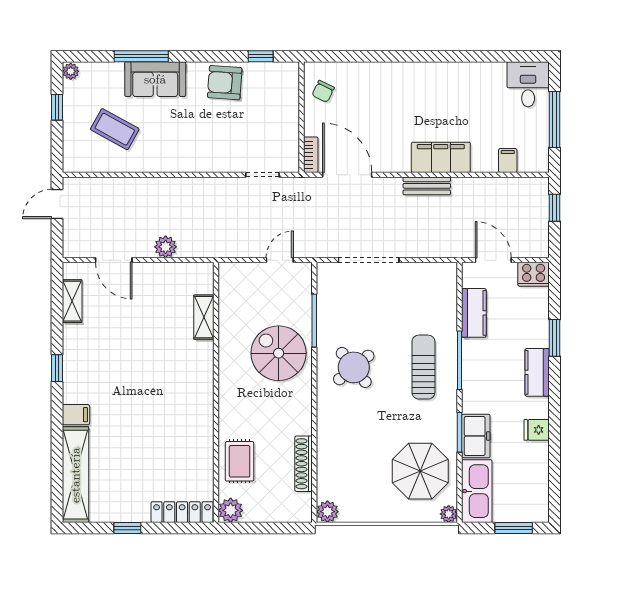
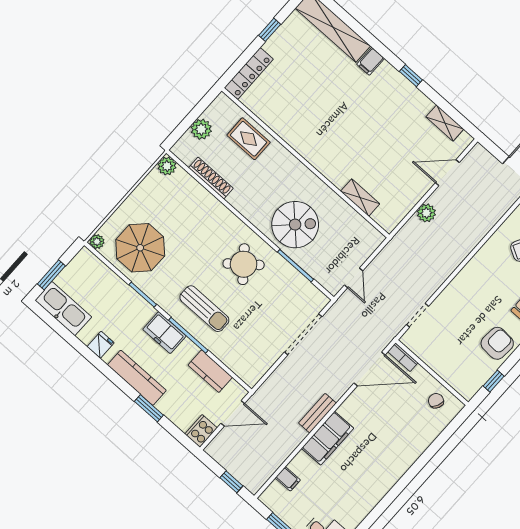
kitchen counter: (537, 372) -> (137, 378), width x1.50
freezer: (476, 436) -> (164, 333), moved
kitchen sink: (477, 491) -> (63, 309), moved, turned 180
plant: (231, 510) -> (201, 129), moved

